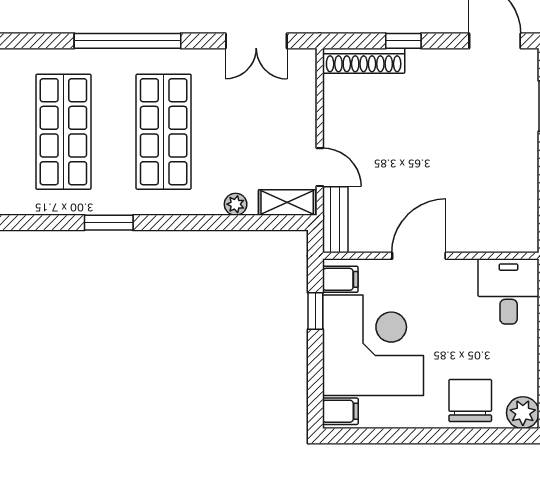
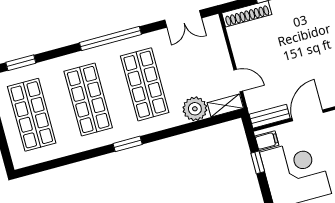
plant: (236, 204) -> (195, 109), width x1.88, depth x1.88
bench: (335, 220) -> (270, 116), moved, turned 90

